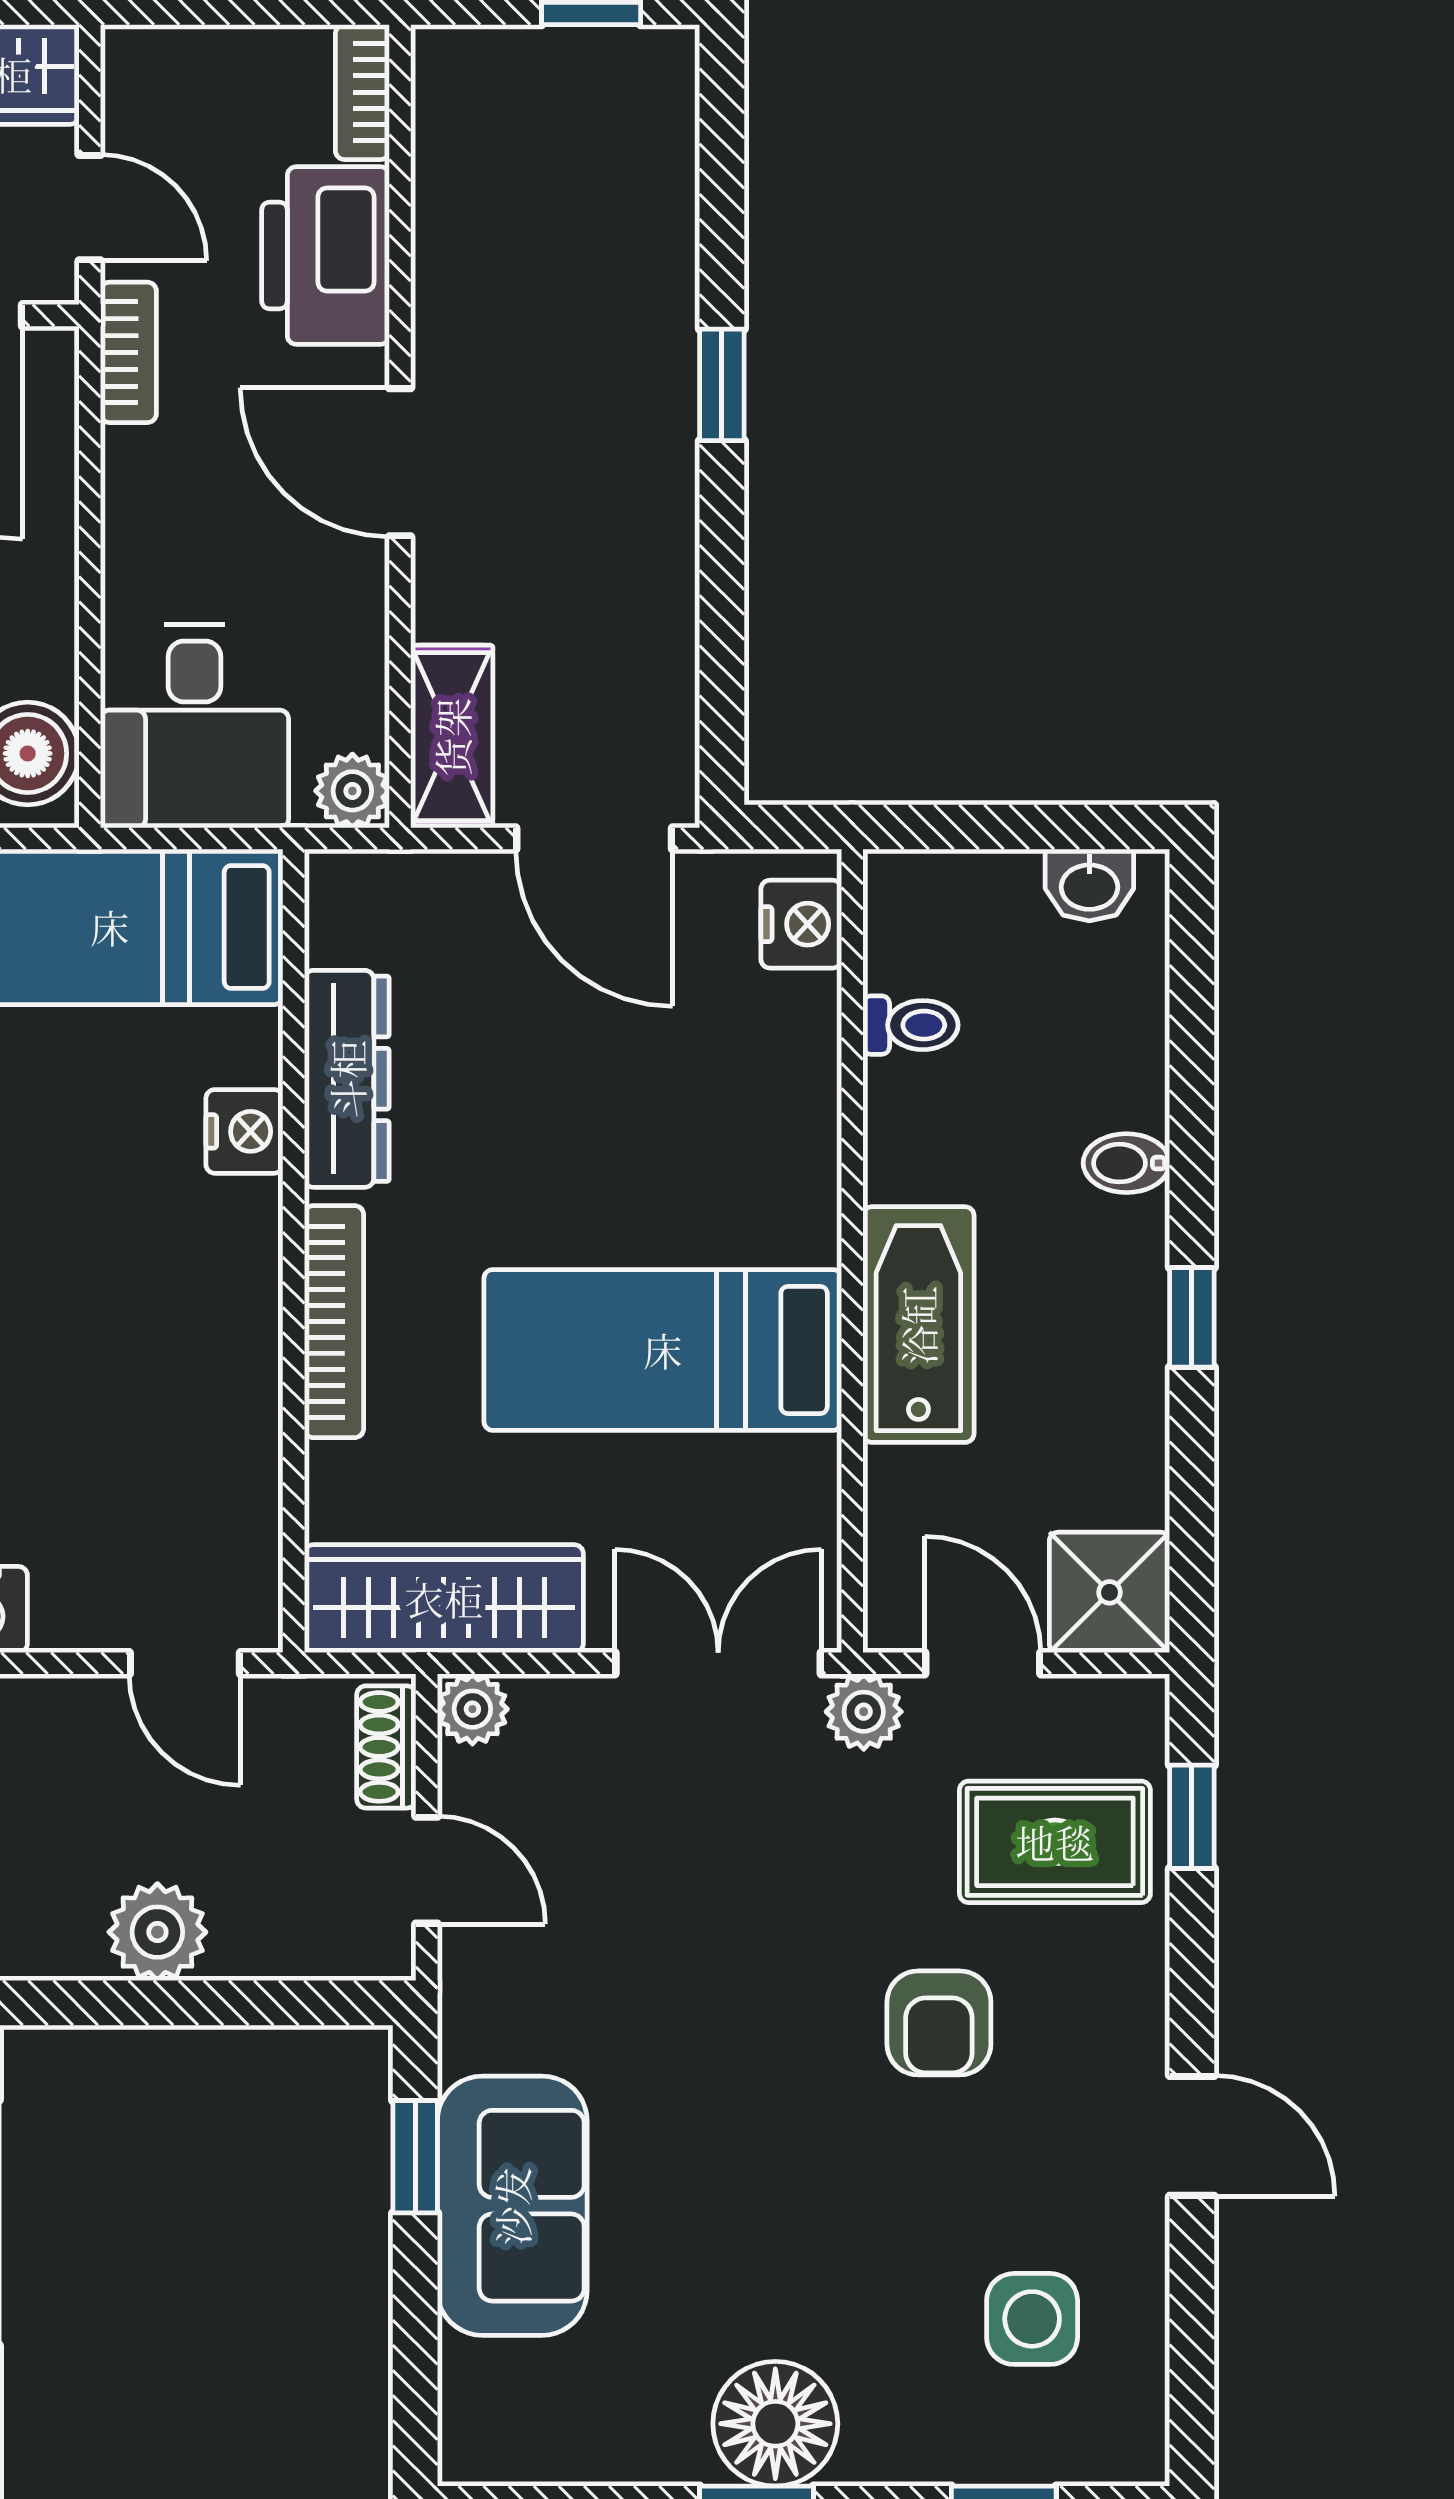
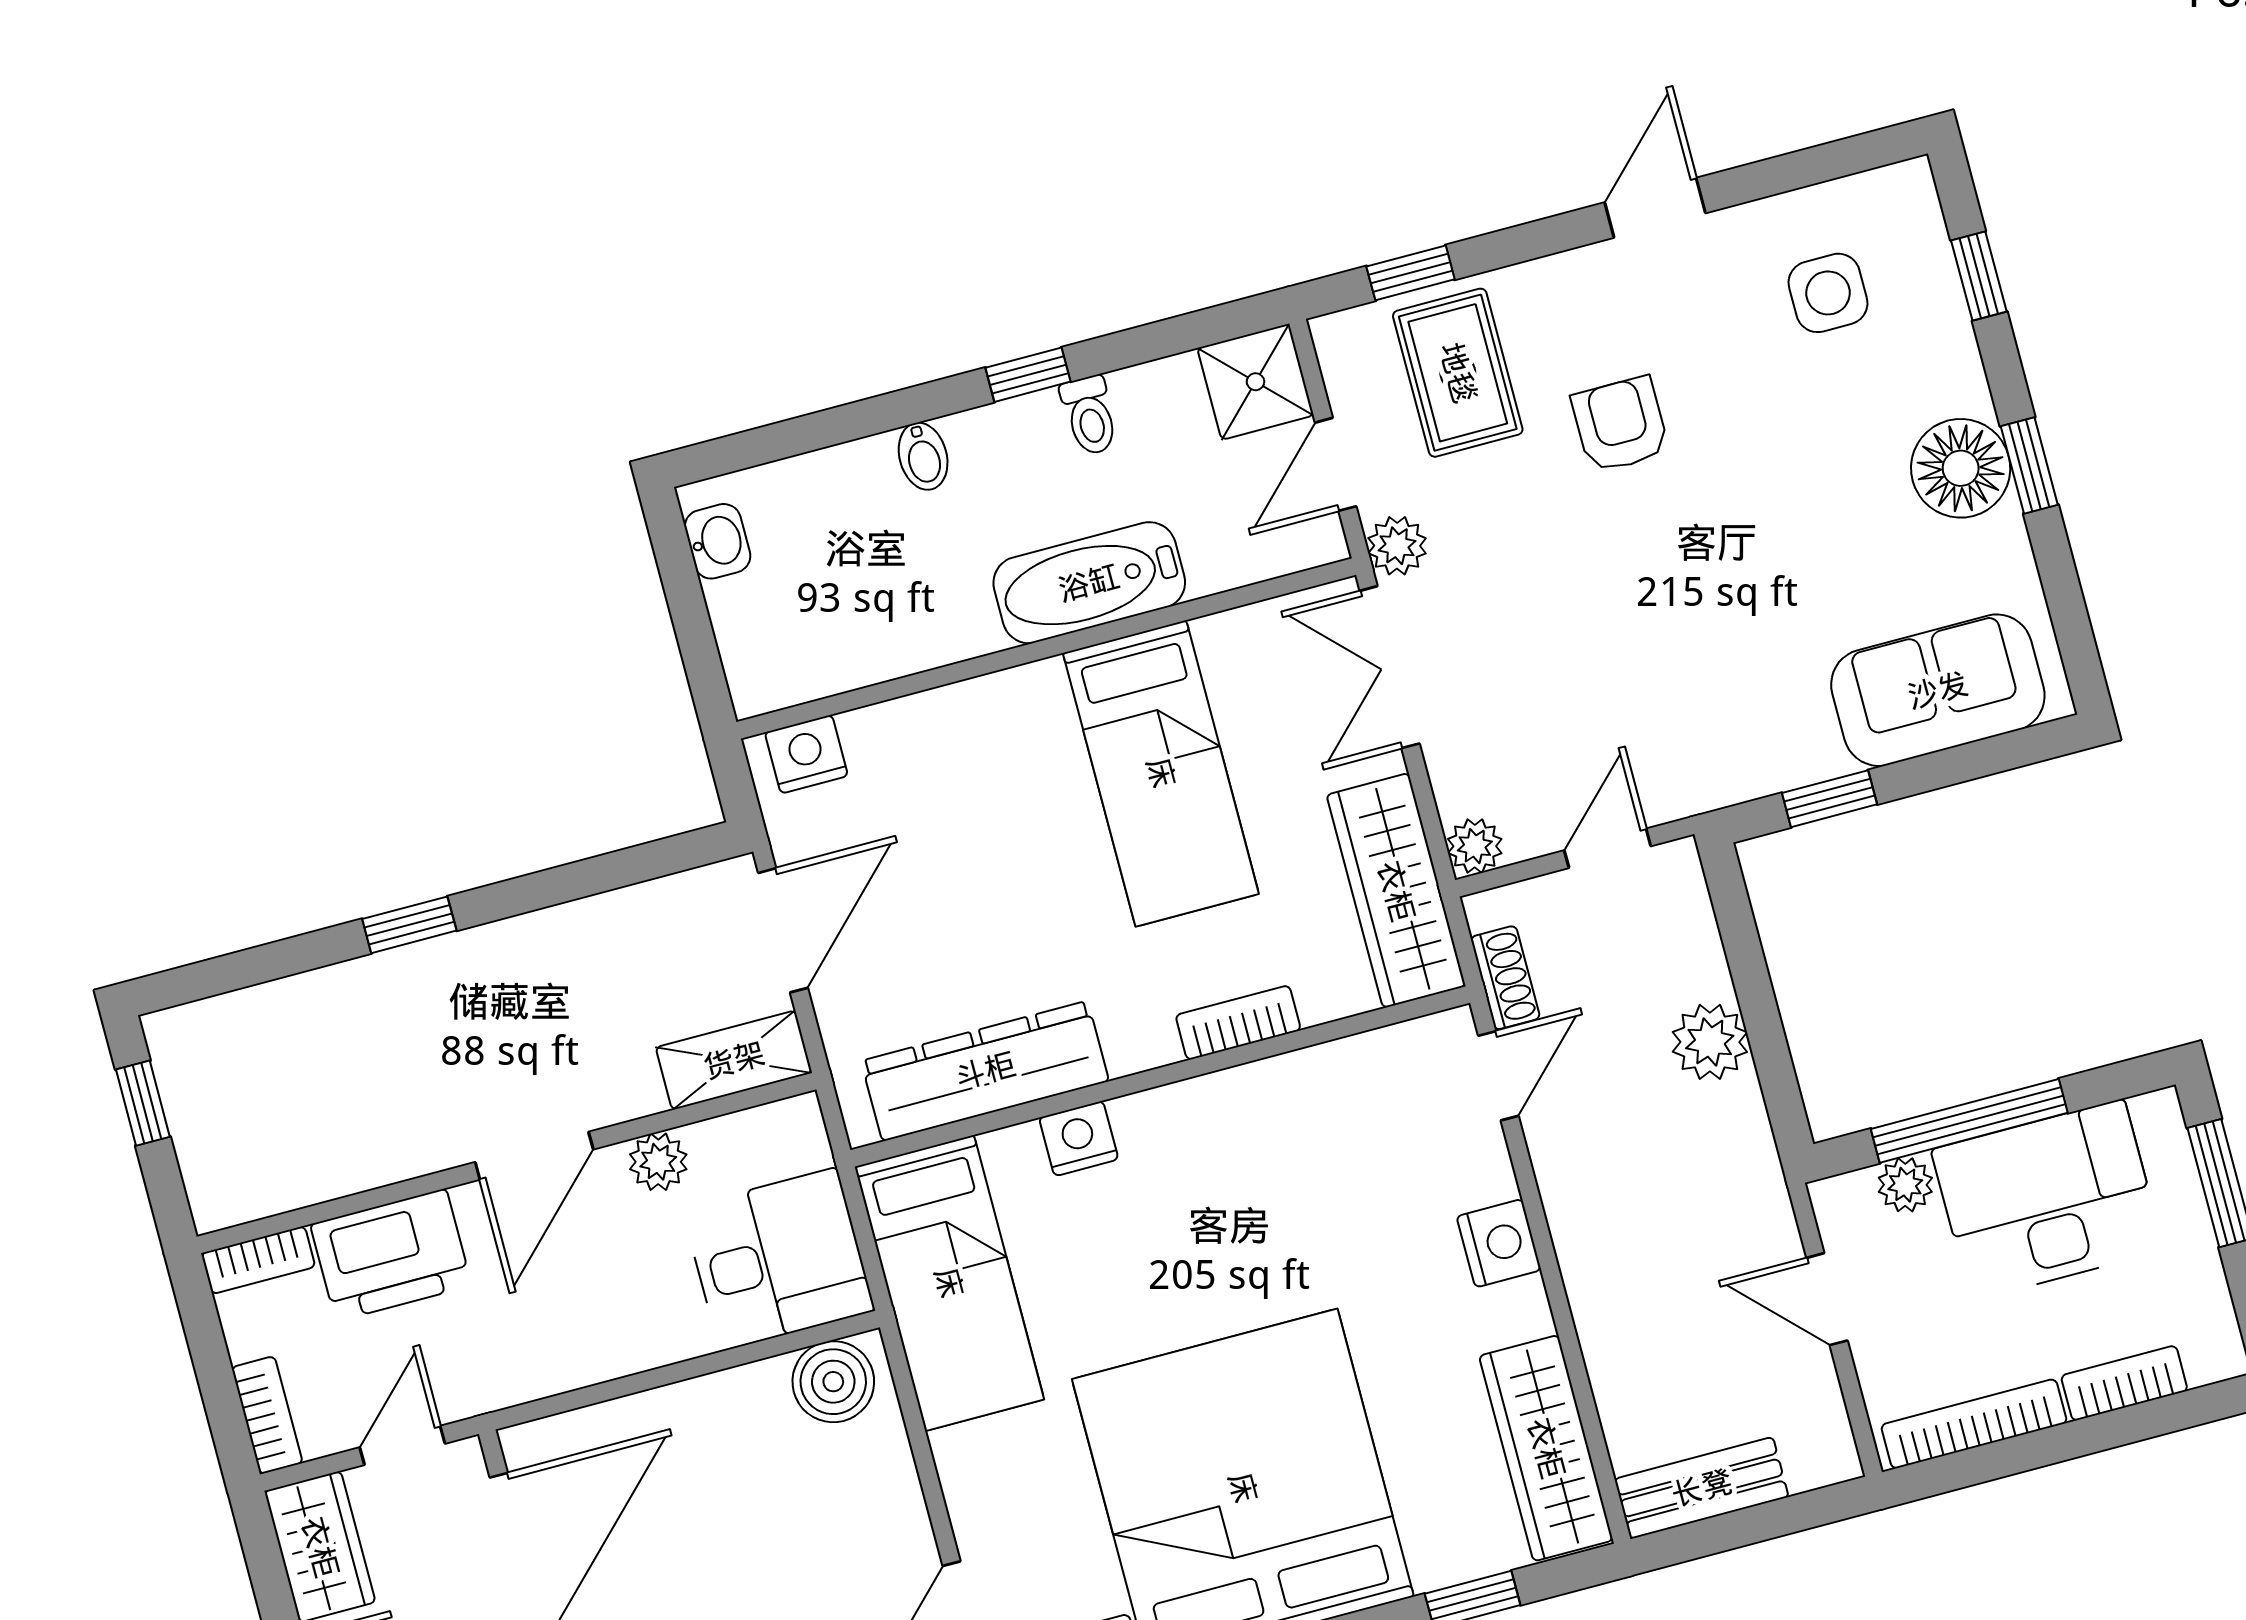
bookcase: (128, 352) -> (267, 1415), moved, turned 90
plant: (352, 791) -> (658, 1162), moved
toilet: (910, 1025) -> (1090, 416), moved, turned 180
dresser: (347, 1079) -> (985, 1071), width x1.37, depth x1.24
bookcase: (334, 1322) -> (1238, 1023), width x0.64
shoe rack: (386, 1747) -> (1505, 978), moved, turned -90
armchair: (939, 2023) -> (1620, 425), turned -90
sofa: (512, 2206) -> (1938, 690), moved

